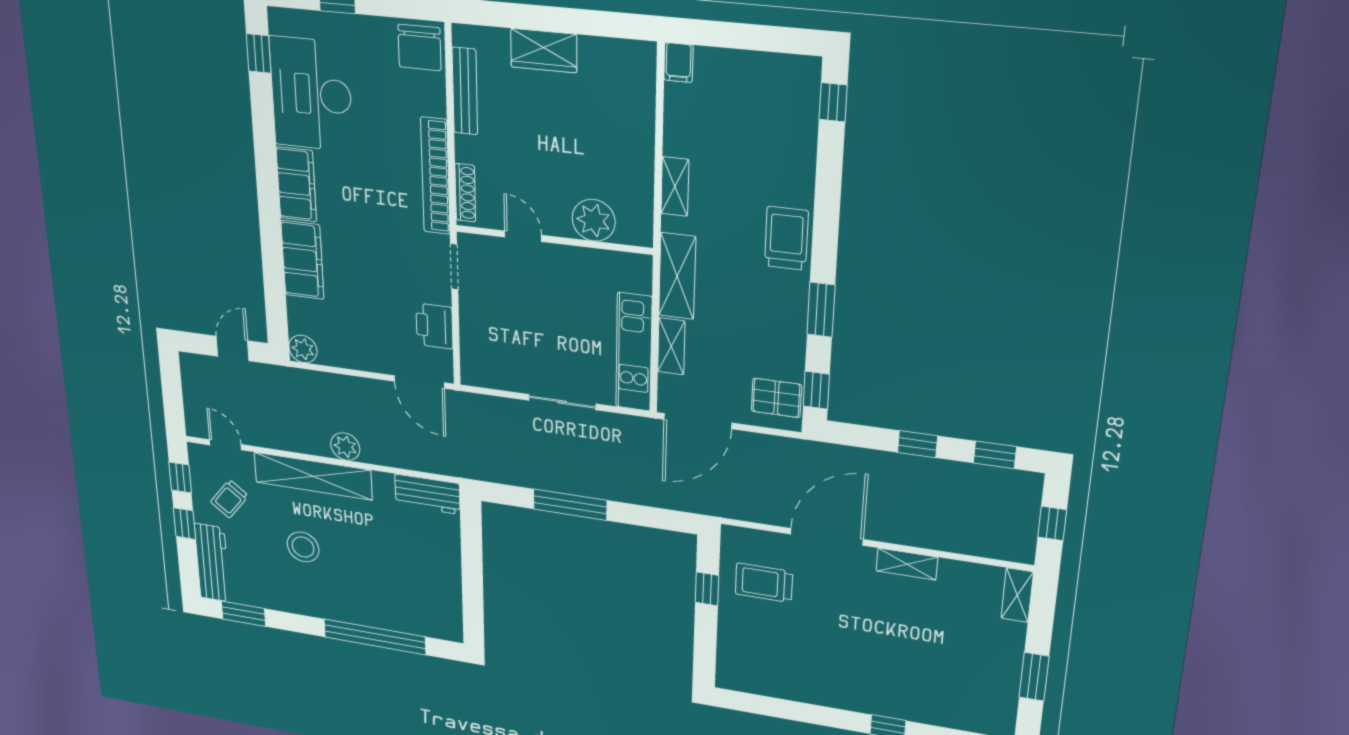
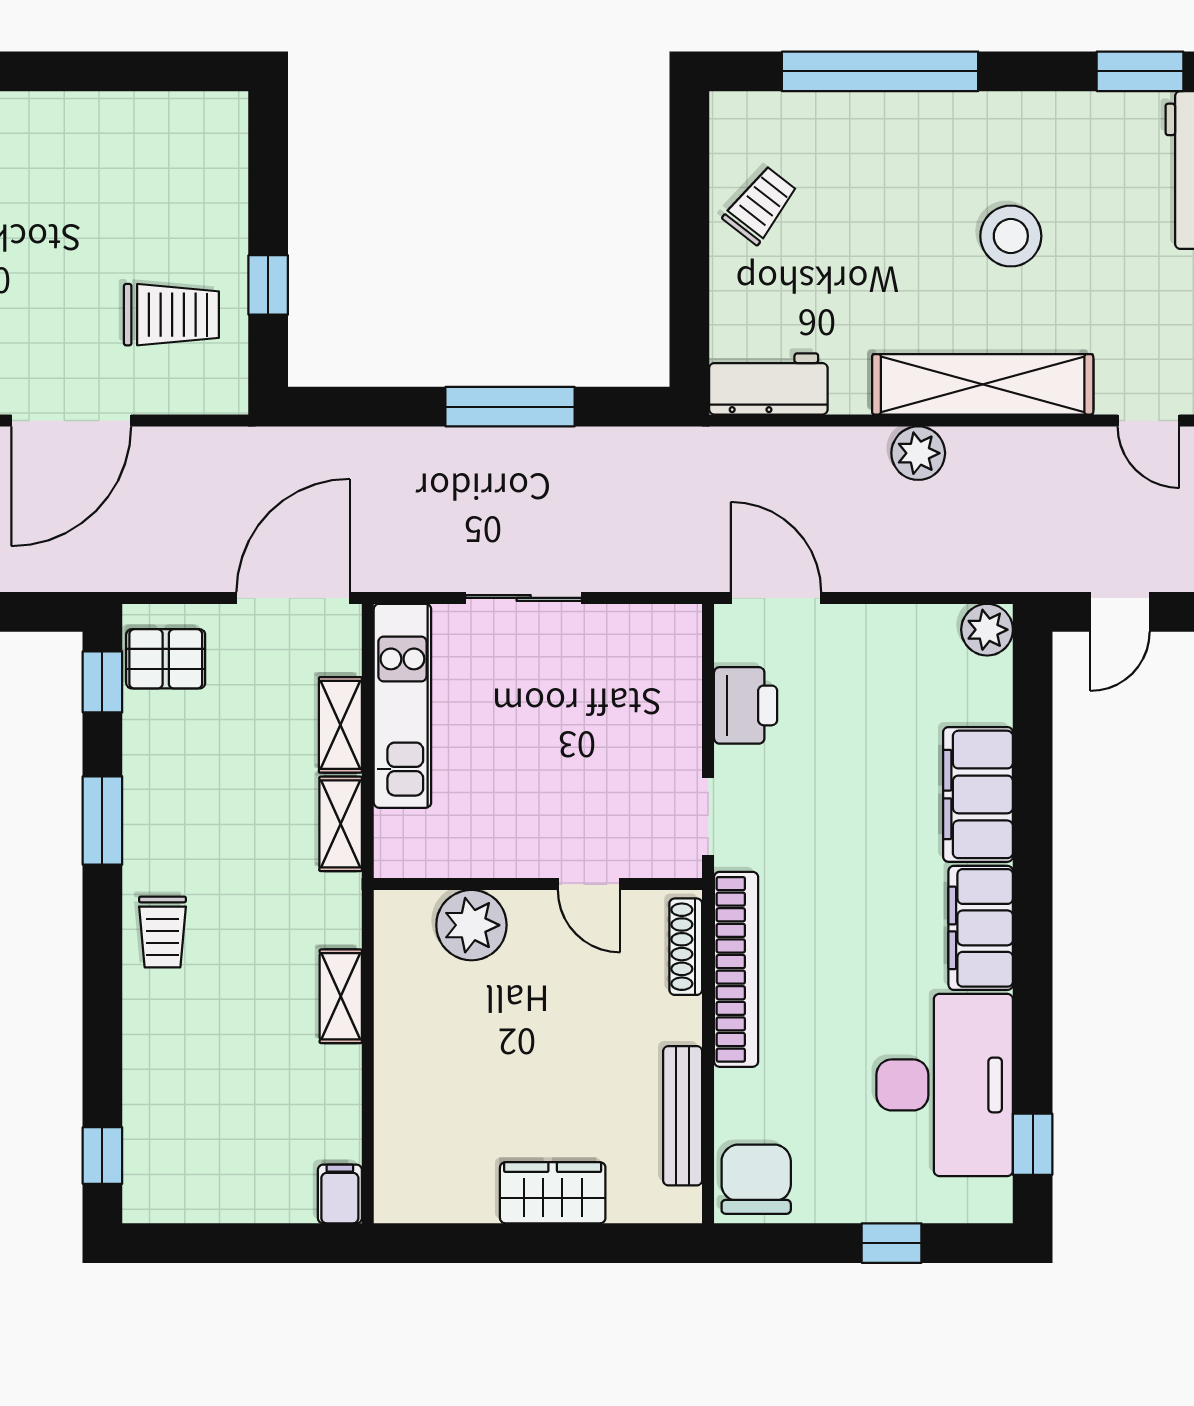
trolley: (786, 238) -> (162, 932), width x0.73, depth x0.72
shelving: (677, 276) -> (341, 824), width x0.67, depth x0.75
trolley: (229, 499) -> (760, 205), moved

